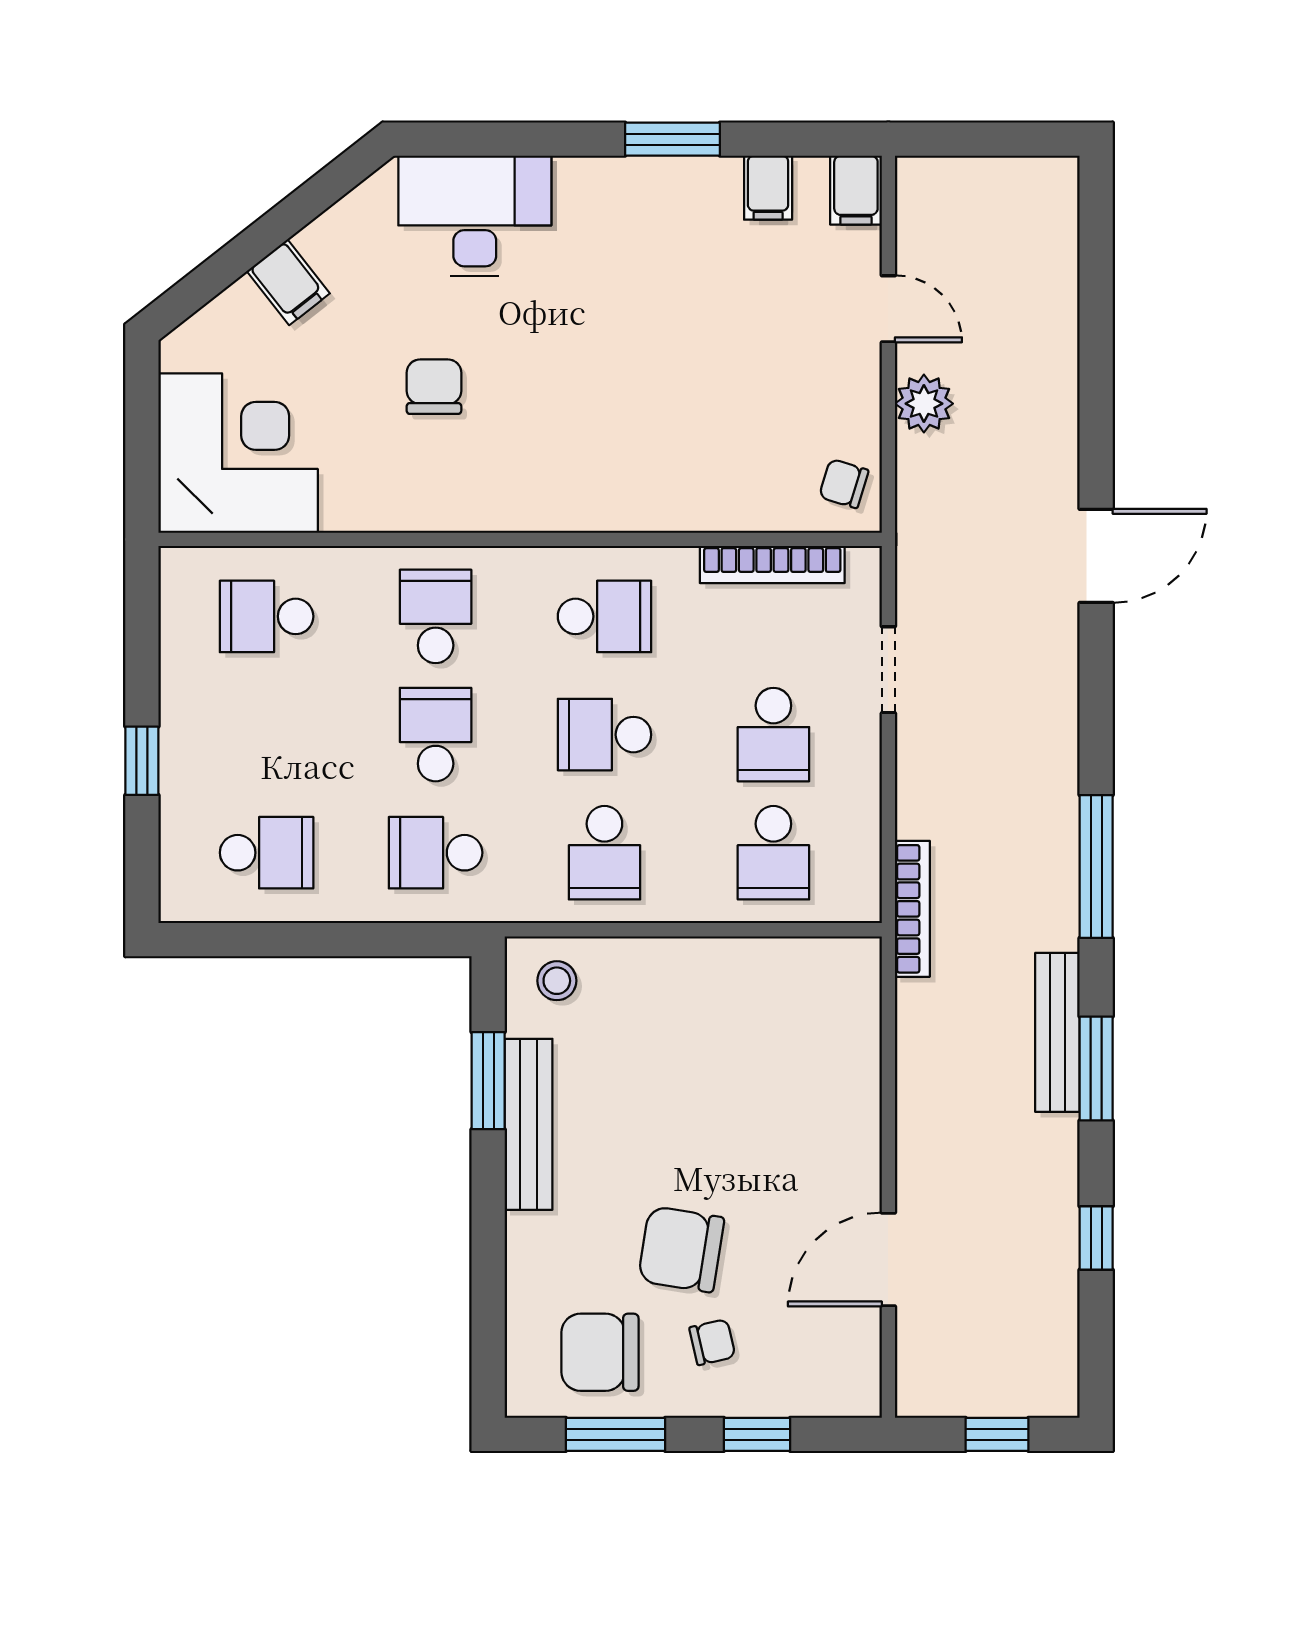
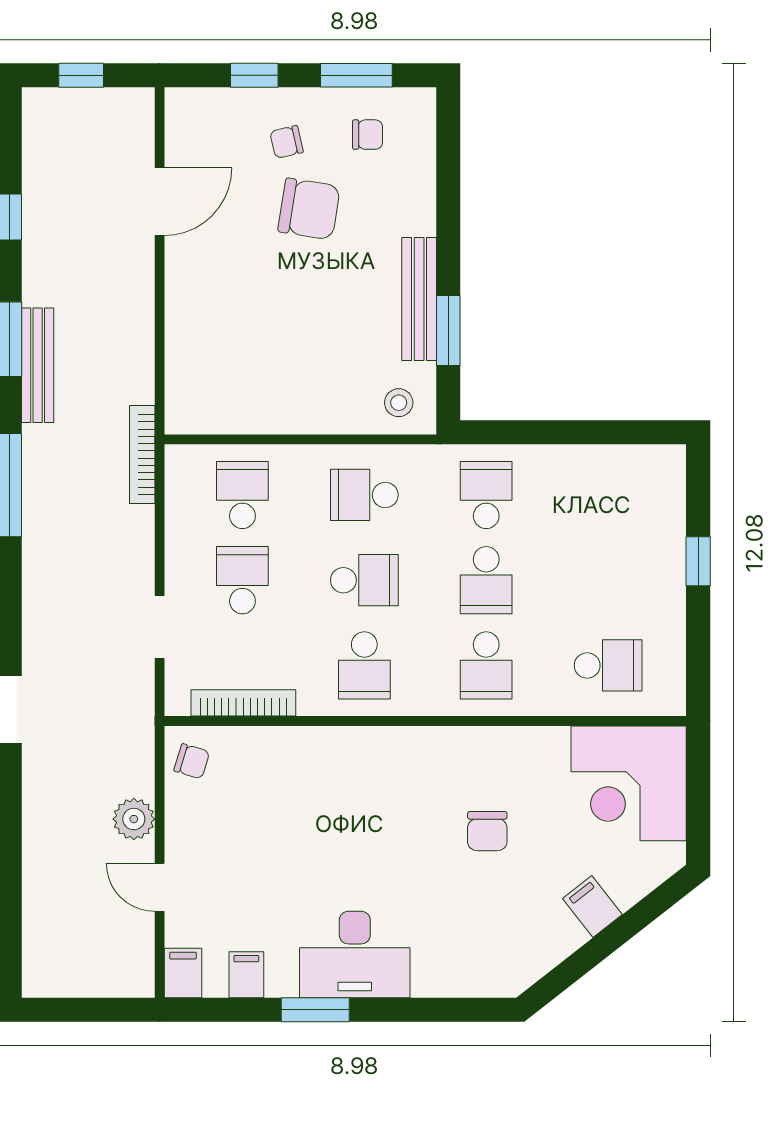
desk: (475, 216) -> (355, 954), moved
school desk: (604, 616) -> (364, 665), turned -90
school desk: (267, 853) -> (608, 495), removed
school desk: (436, 853) -> (486, 495), turned -90
school desk: (604, 853) -> (364, 495), turned -90
chair: (600, 1352) -> (368, 135), width x0.54, depth x0.54

